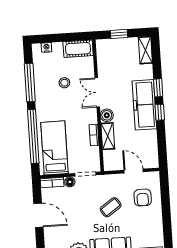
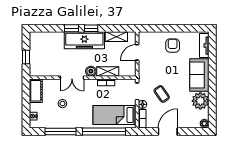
shelving: (145, 50) -> (116, 37), moved
armchair: (143, 198) -> (173, 46), moved, turned -90
coffee table: (111, 207) -> (162, 94), moved

